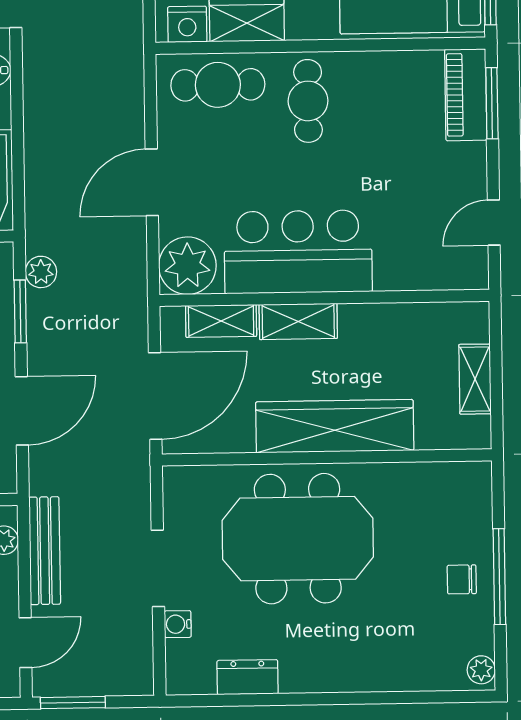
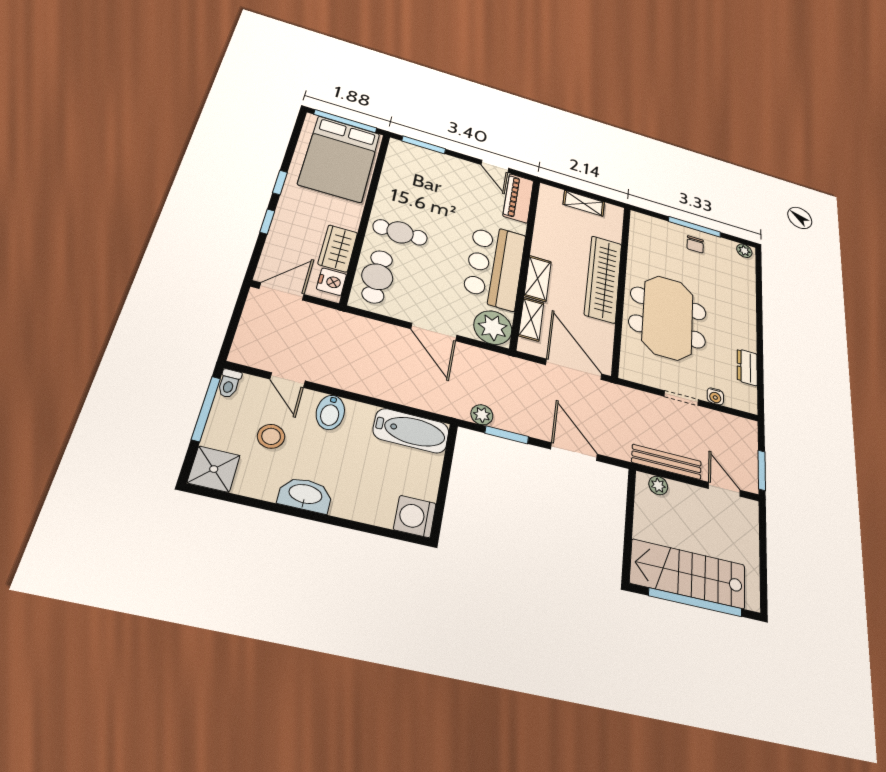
piano: (466, 95) -> (518, 198), moved, turned 90
doorway: (158, 568) -> (681, 398), width x0.73

